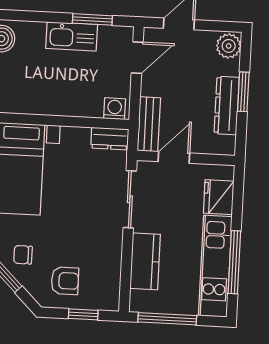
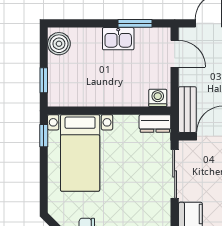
kitchen sink: (72, 36) -> (118, 39), width x0.73
door: (137, 58) -> (175, 54), hinge flipped

